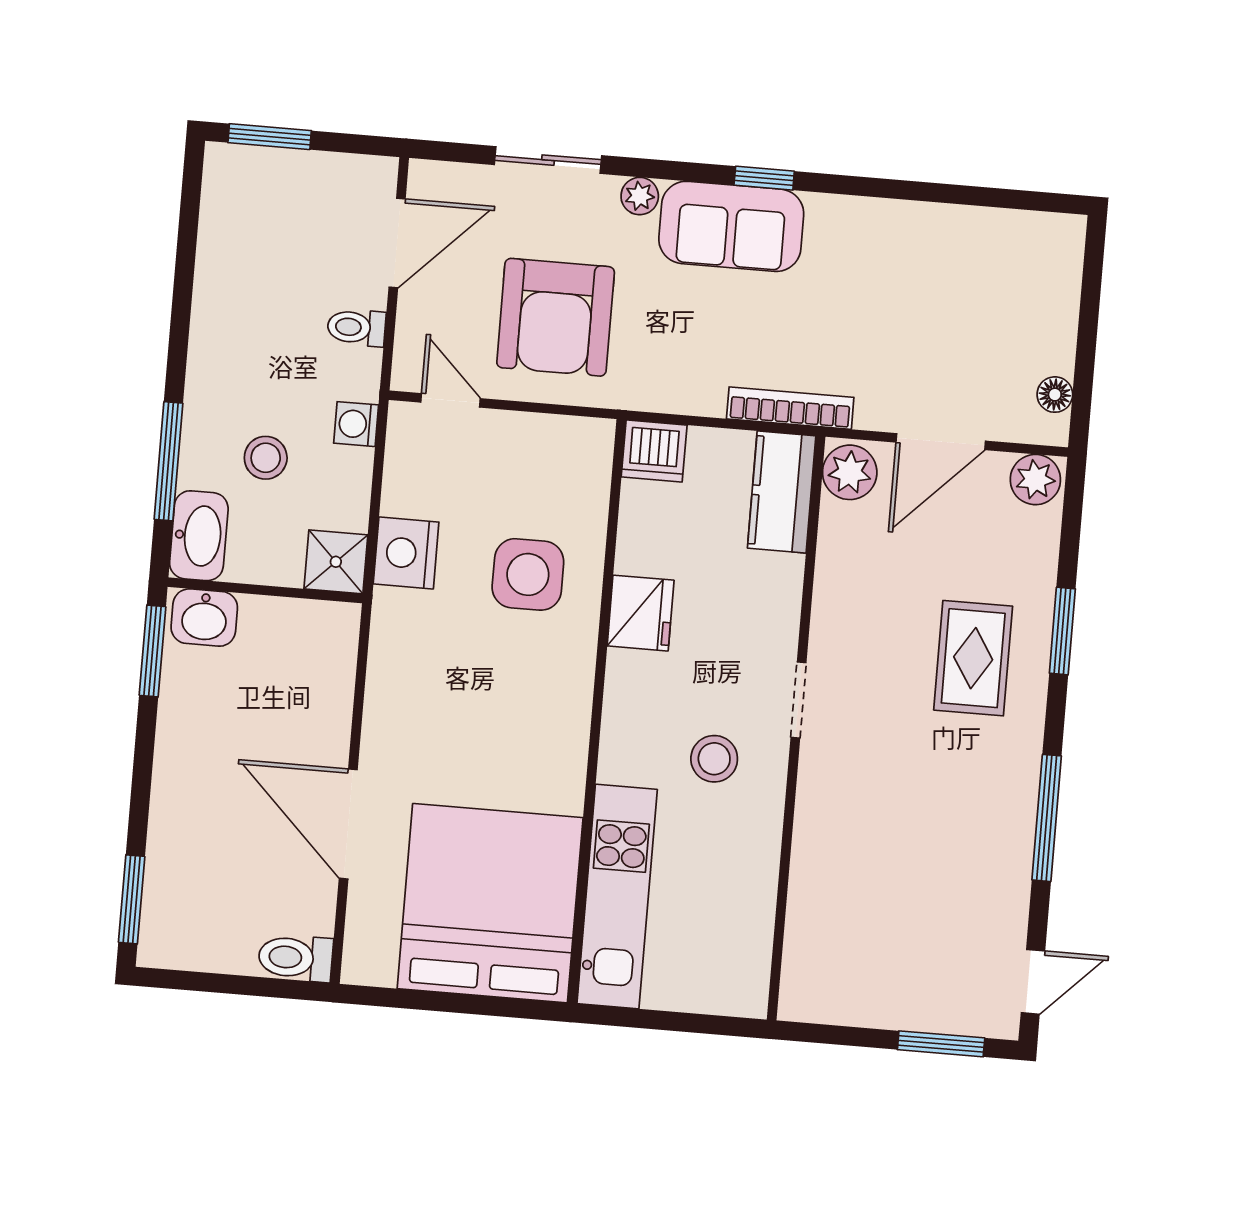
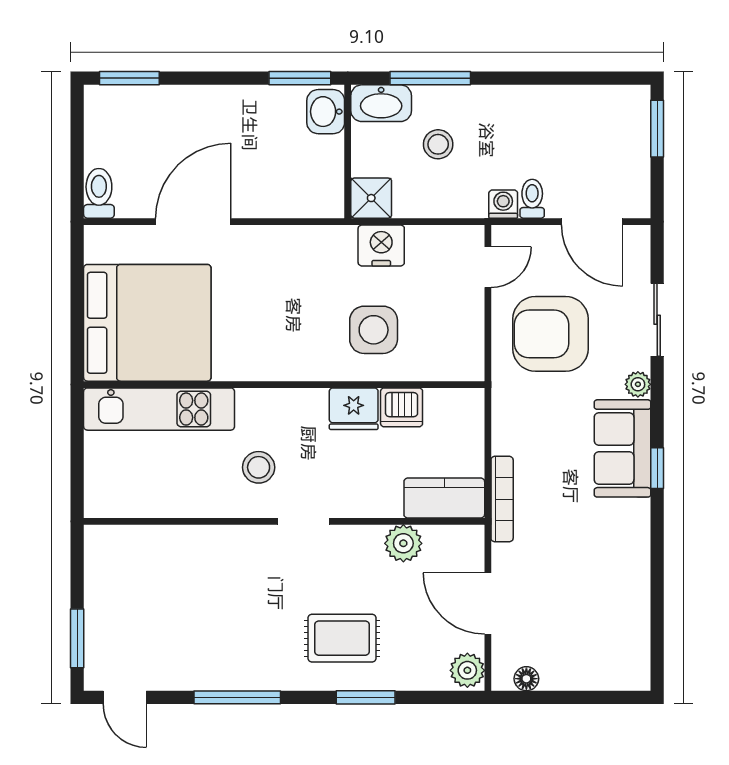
washing machine: (356, 424) -> (503, 204), moved
dishwasher: (654, 451) -> (402, 407), moved, turned -90
plant: (850, 472) -> (403, 543), moved

